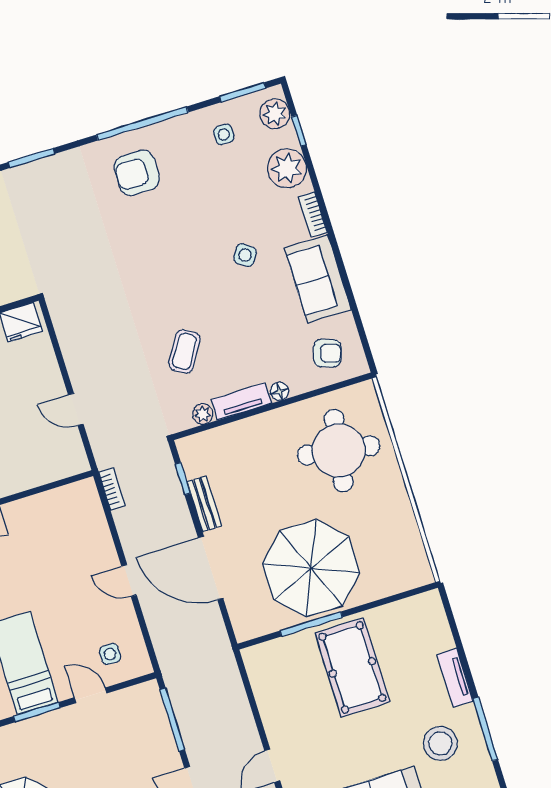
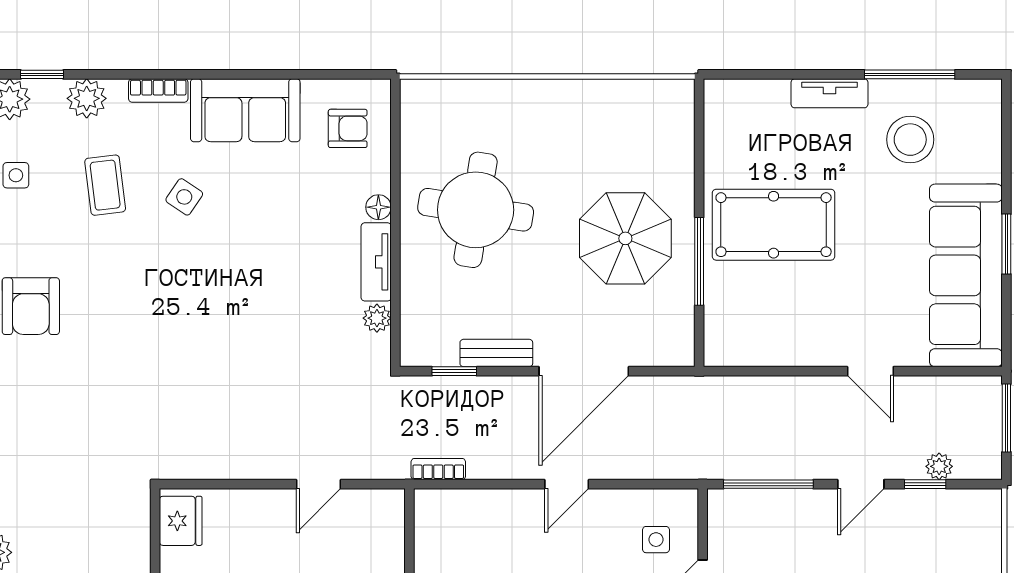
plant: (287, 168) -> (87, 98), width x0.73, depth x0.73
coffee table: (185, 351) -> (105, 185), moved, turned 51
armchair: (327, 353) -> (348, 128), turned 72
round table: (339, 450) -> (476, 210), moved
parasol: (311, 568) -> (625, 238), width x0.73, depth x0.73

